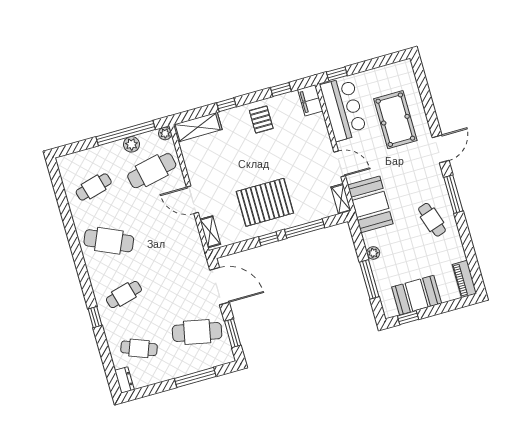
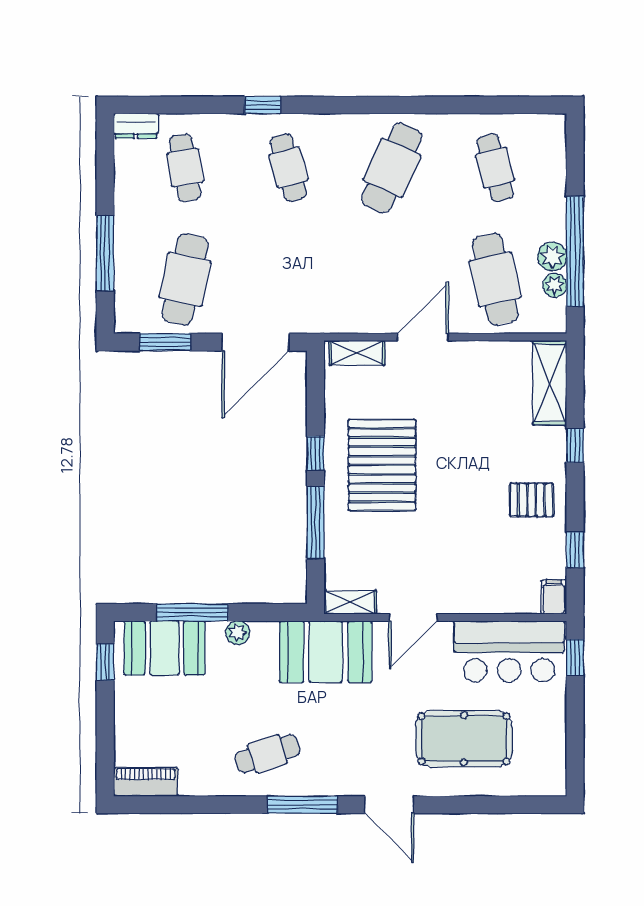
filing cabinet: (310, 100) -> (554, 597), width x0.50
plant: (165, 133) -> (555, 285), moved
booth: (417, 295) -> (165, 648), moved, turned 90
cafe table: (139, 348) -> (185, 168), turned -30

